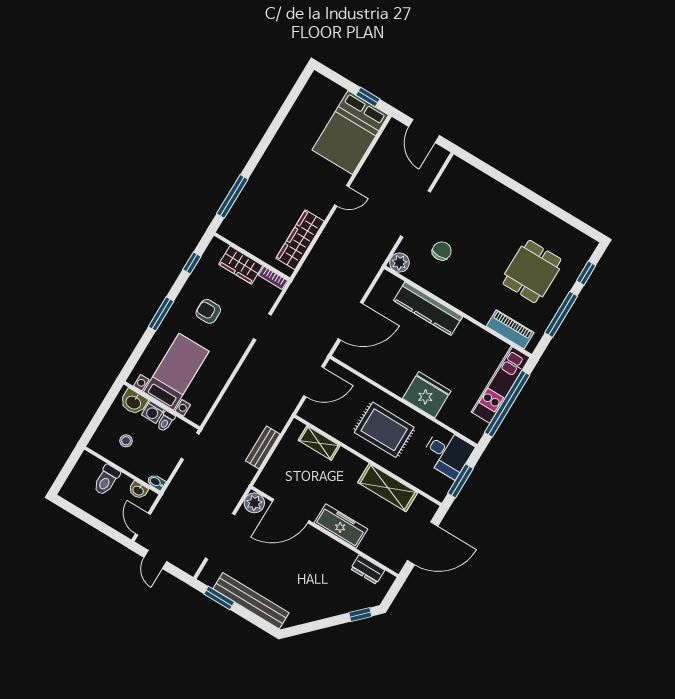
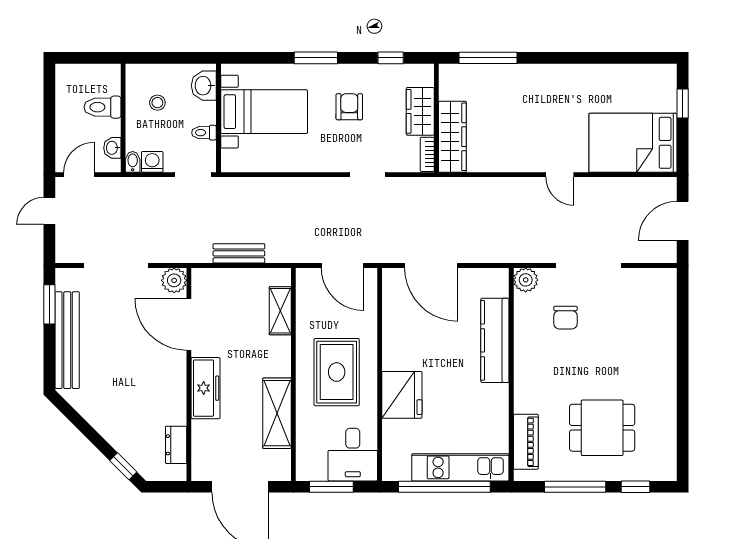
window: (368, 97) -> (683, 104), moved
wardrobe: (300, 240) -> (452, 137), moved, turned 90
chair: (442, 251) -> (565, 318), turned 90
washing machine: (153, 412) -> (152, 162), moved, turned 90

